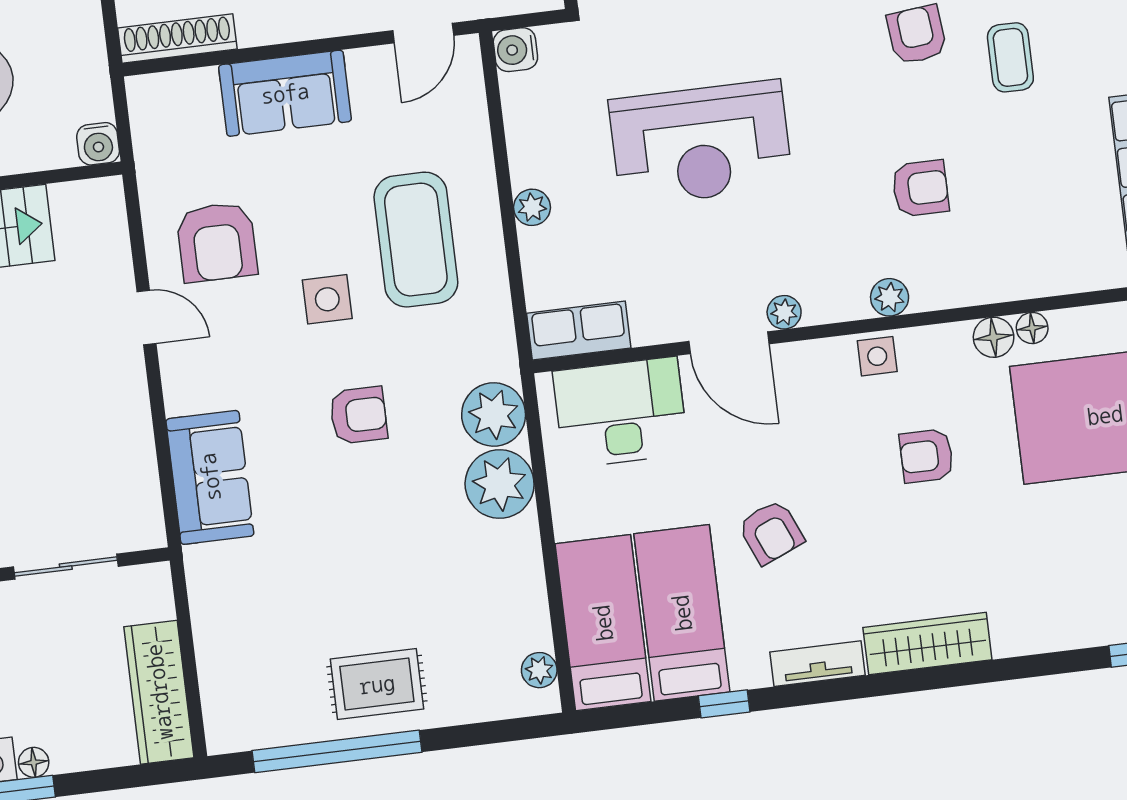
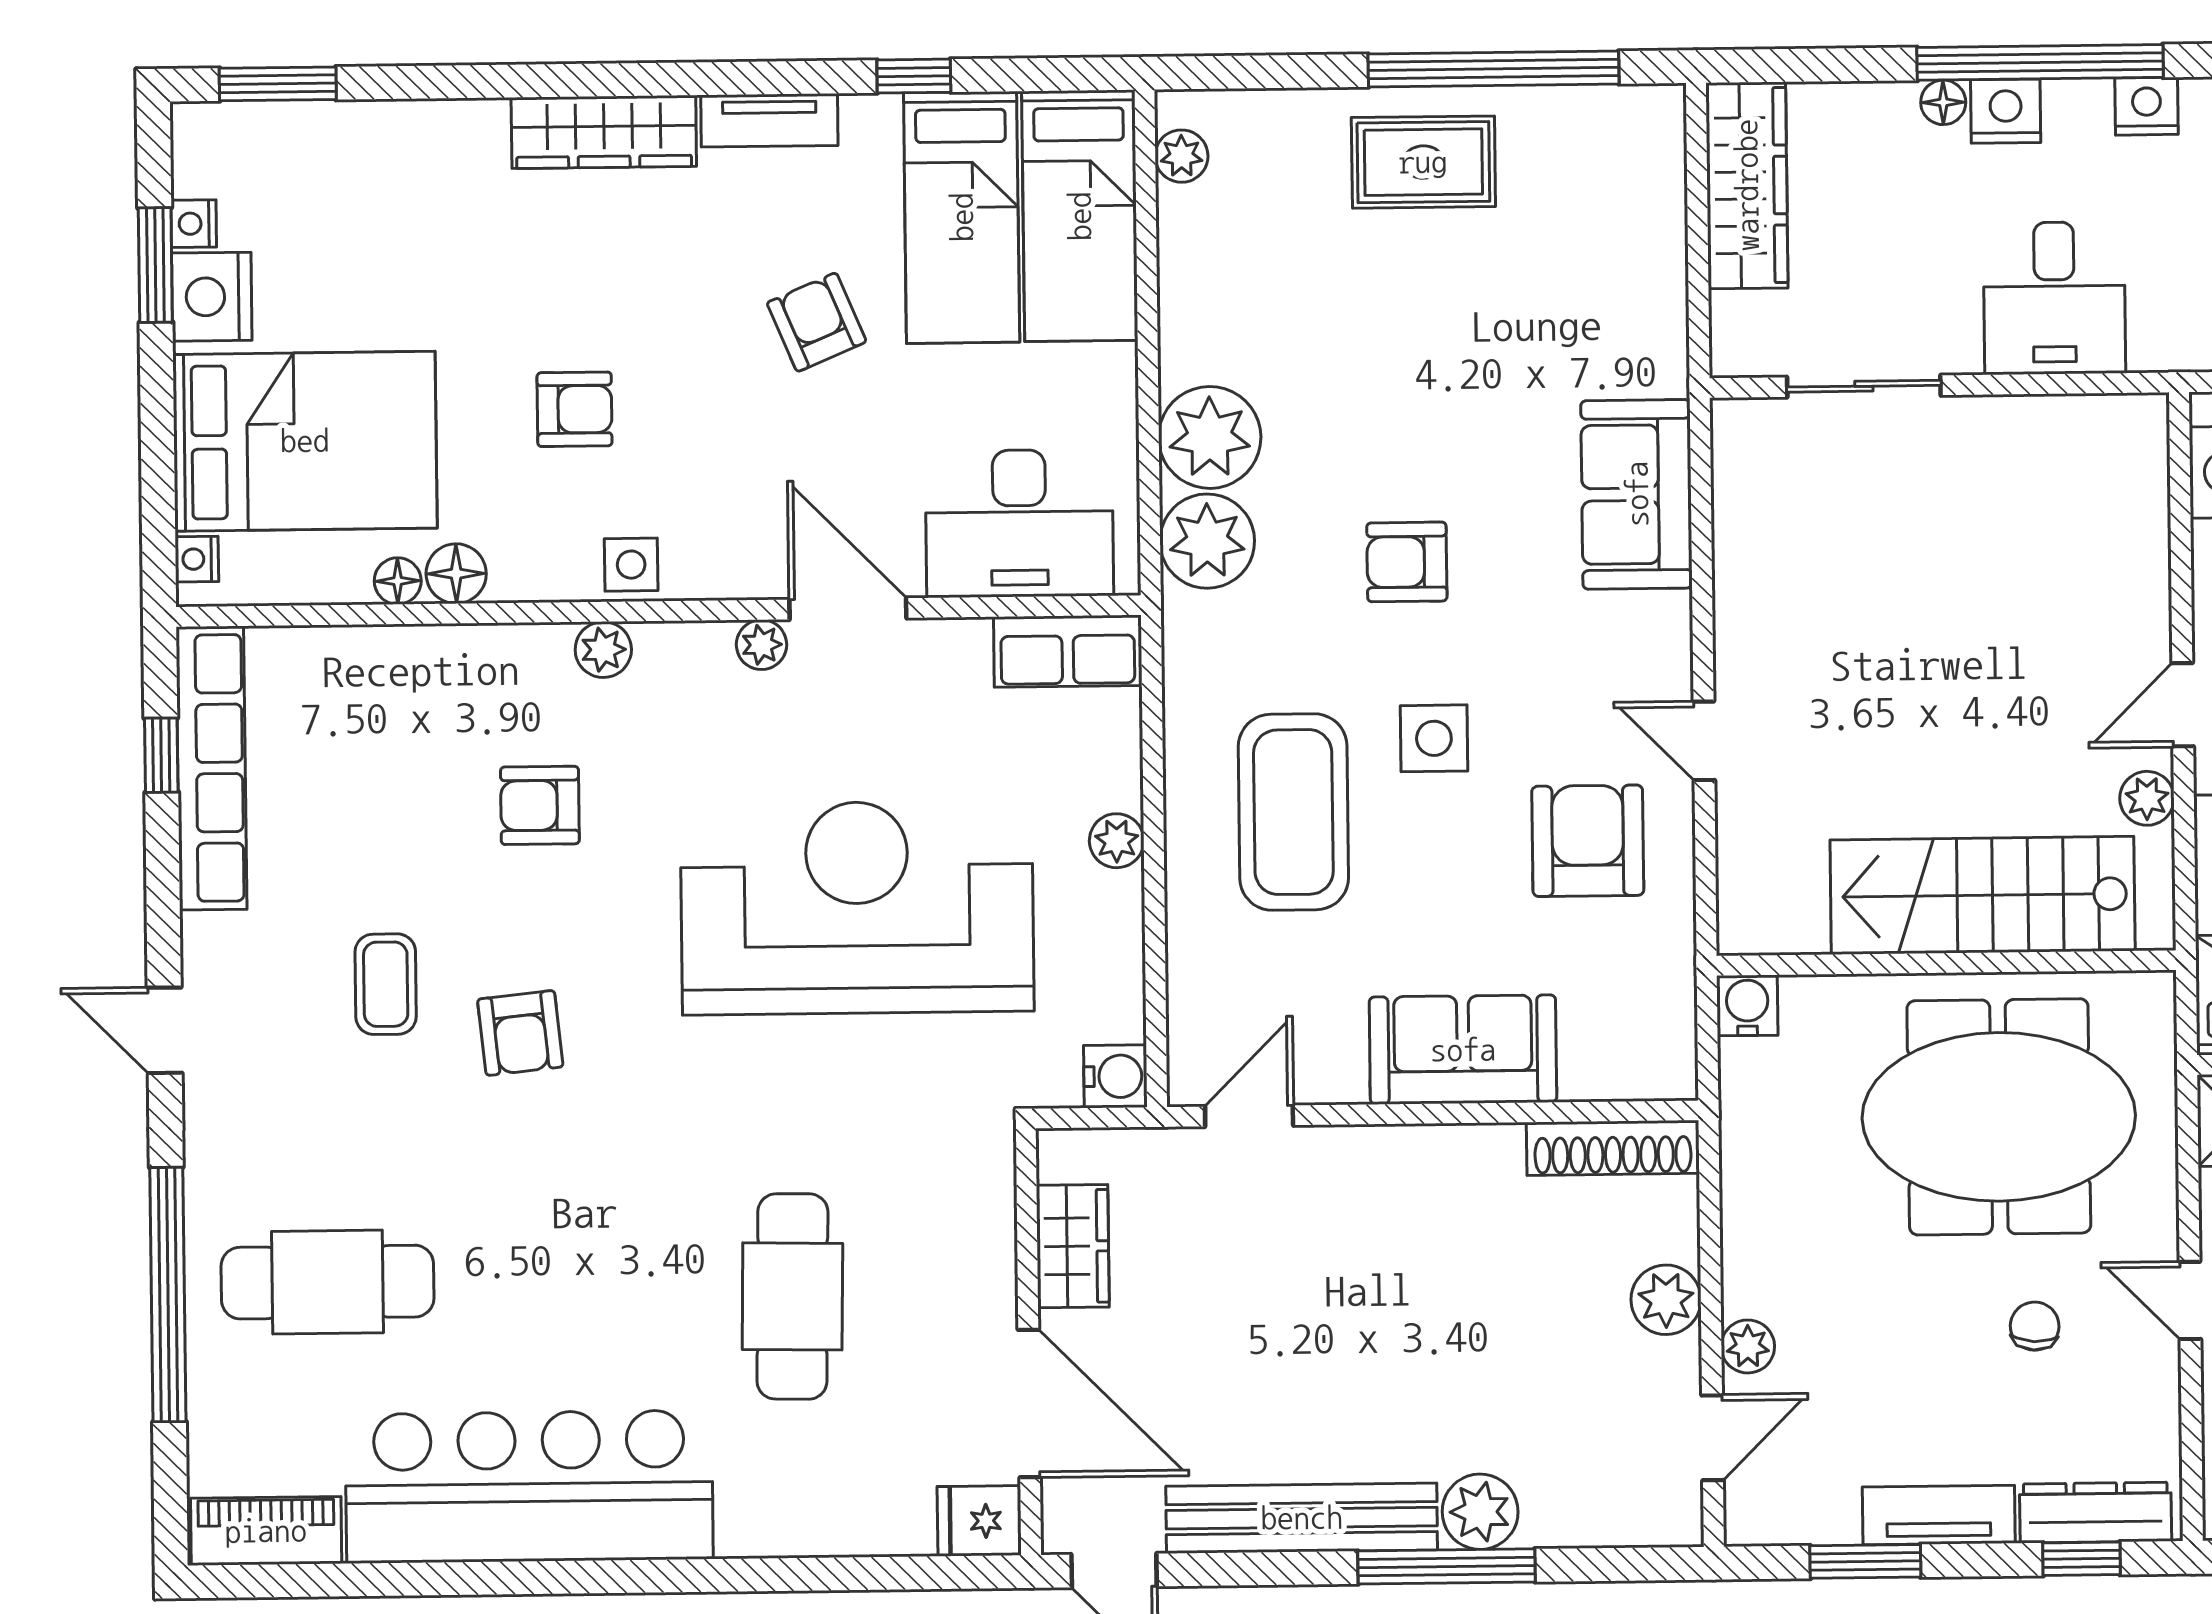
reception desk: (701, 143) -> (857, 908), width x1.36, depth x1.30

